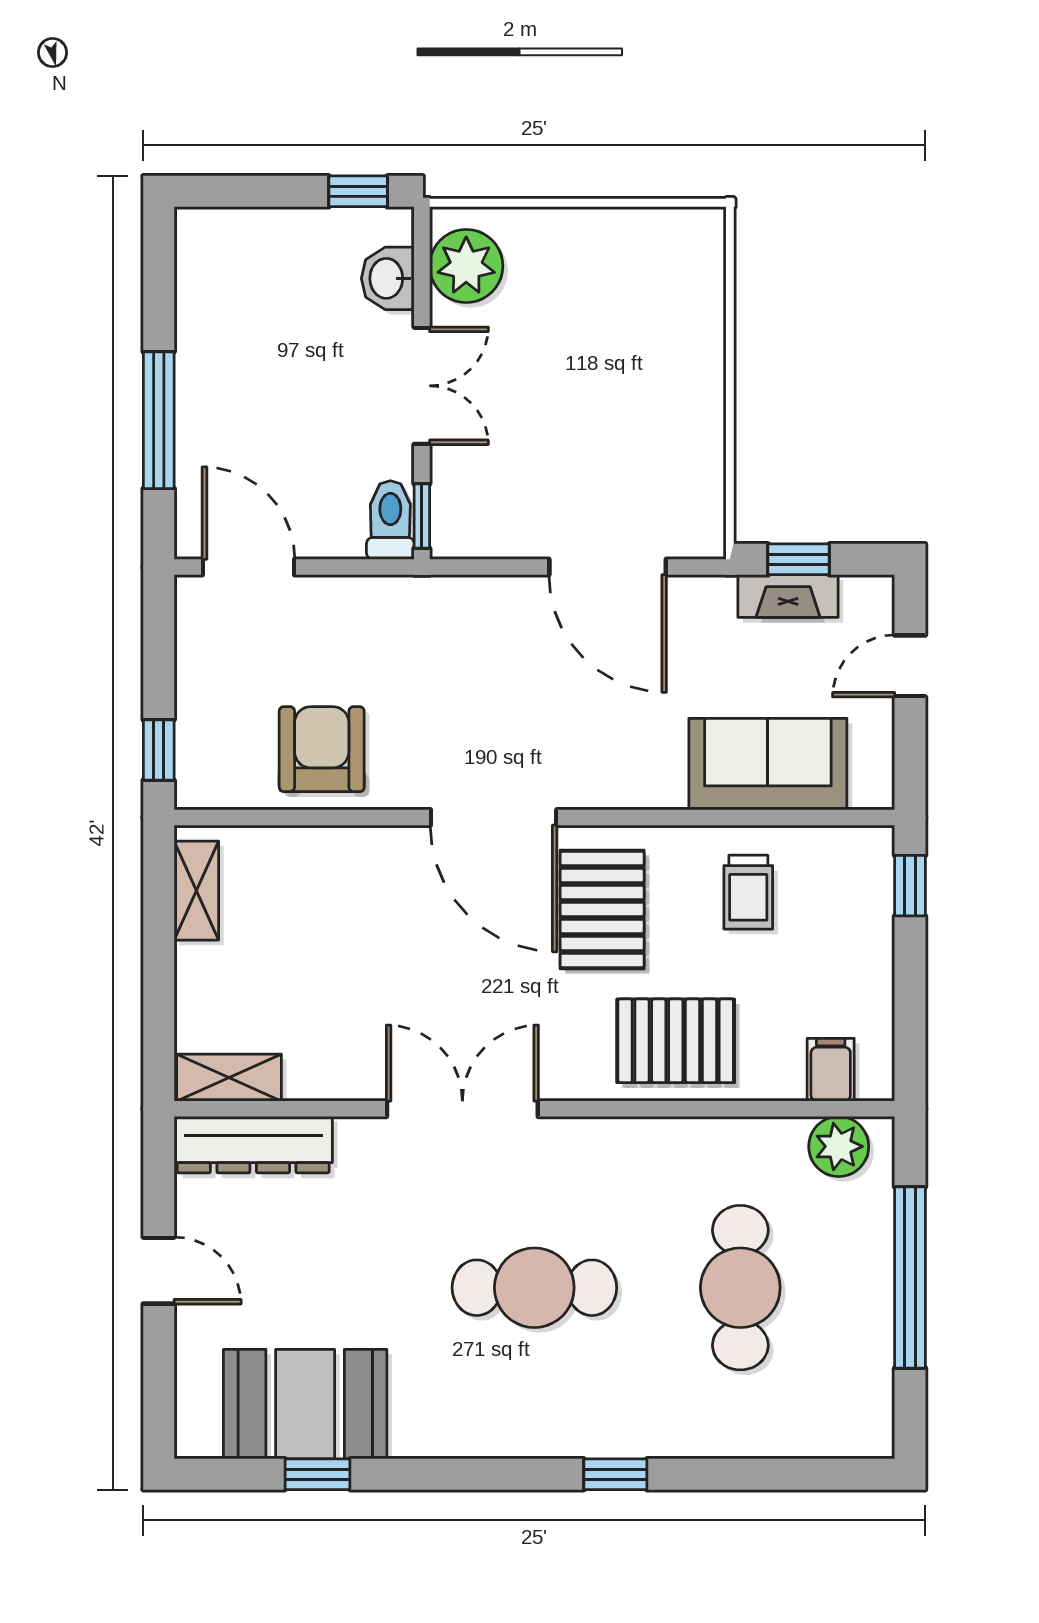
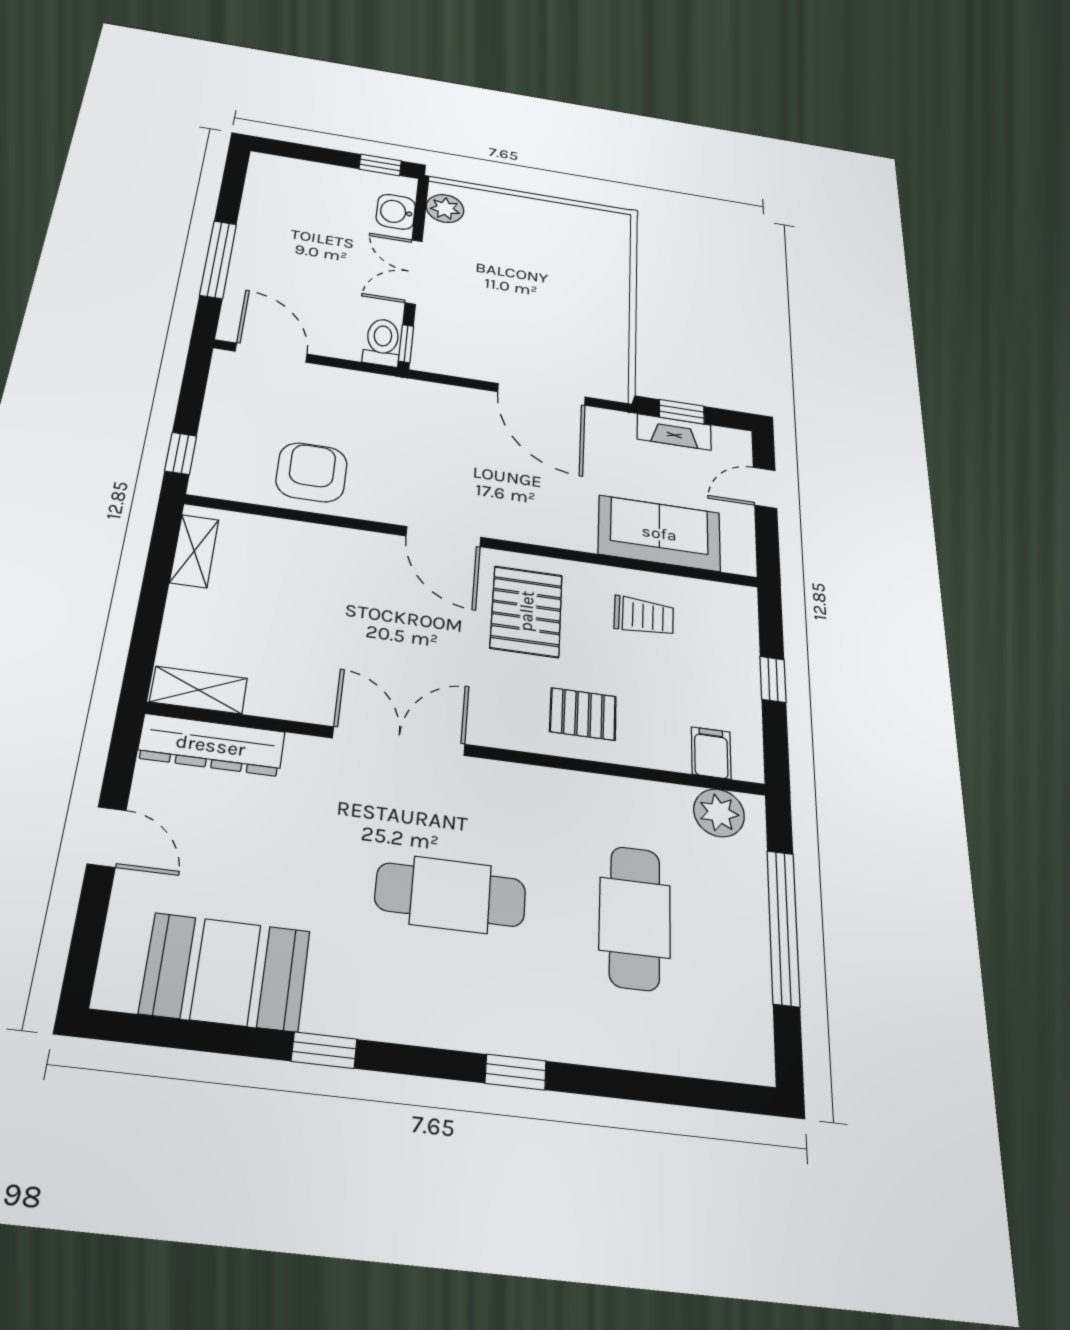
plant: (466, 266) -> (445, 208), width x0.73, depth x0.73
double door: (422, 386) -> (414, 272), swing flipped
door: (494, 817) -> (444, 537), width x0.73
window: (910, 886) -> (773, 679), moved
trolley: (748, 892) -> (644, 616), turned -89
pallet: (676, 1041) -> (583, 714), width x0.67, depth x0.71
window: (317, 1474) -> (324, 1050), moved

